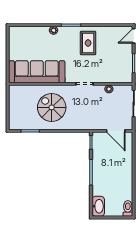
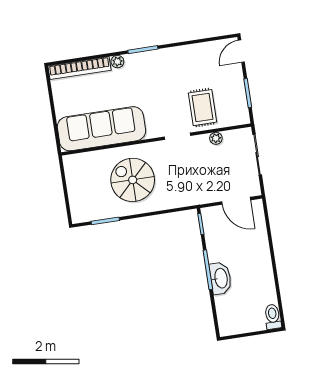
bookcase: (29, 31) -> (79, 68), added
rug: (88, 43) -> (202, 108), moved
washbasin: (98, 206) -> (221, 278), moved

